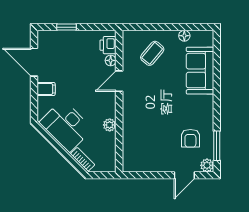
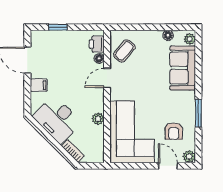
plant: (208, 40) -> (190, 39), added
coffee table: (152, 53) -> (124, 51), moved
corner sofa: (146, 139) -> (132, 132), added
window: (217, 146) -> (198, 113), moved
door: (184, 175) -> (168, 166), swing flipped

